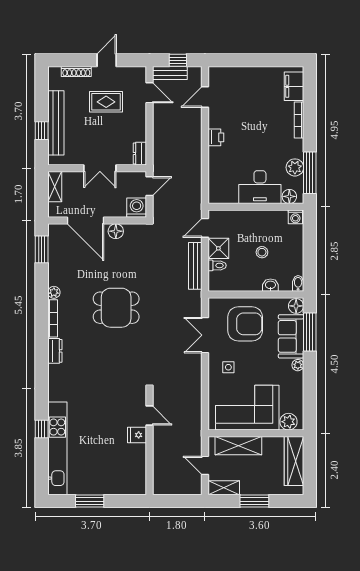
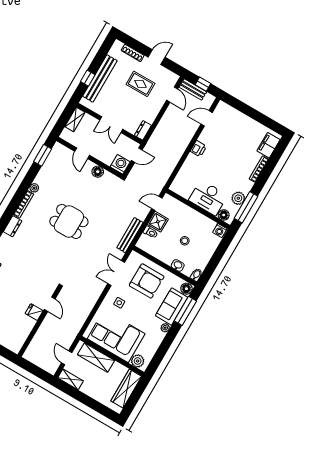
door: (85, 221) -> (82, 153), width x0.53
bench: (195, 266) -> (130, 235), moved
window: (254, 501) -> (85, 400), removed

